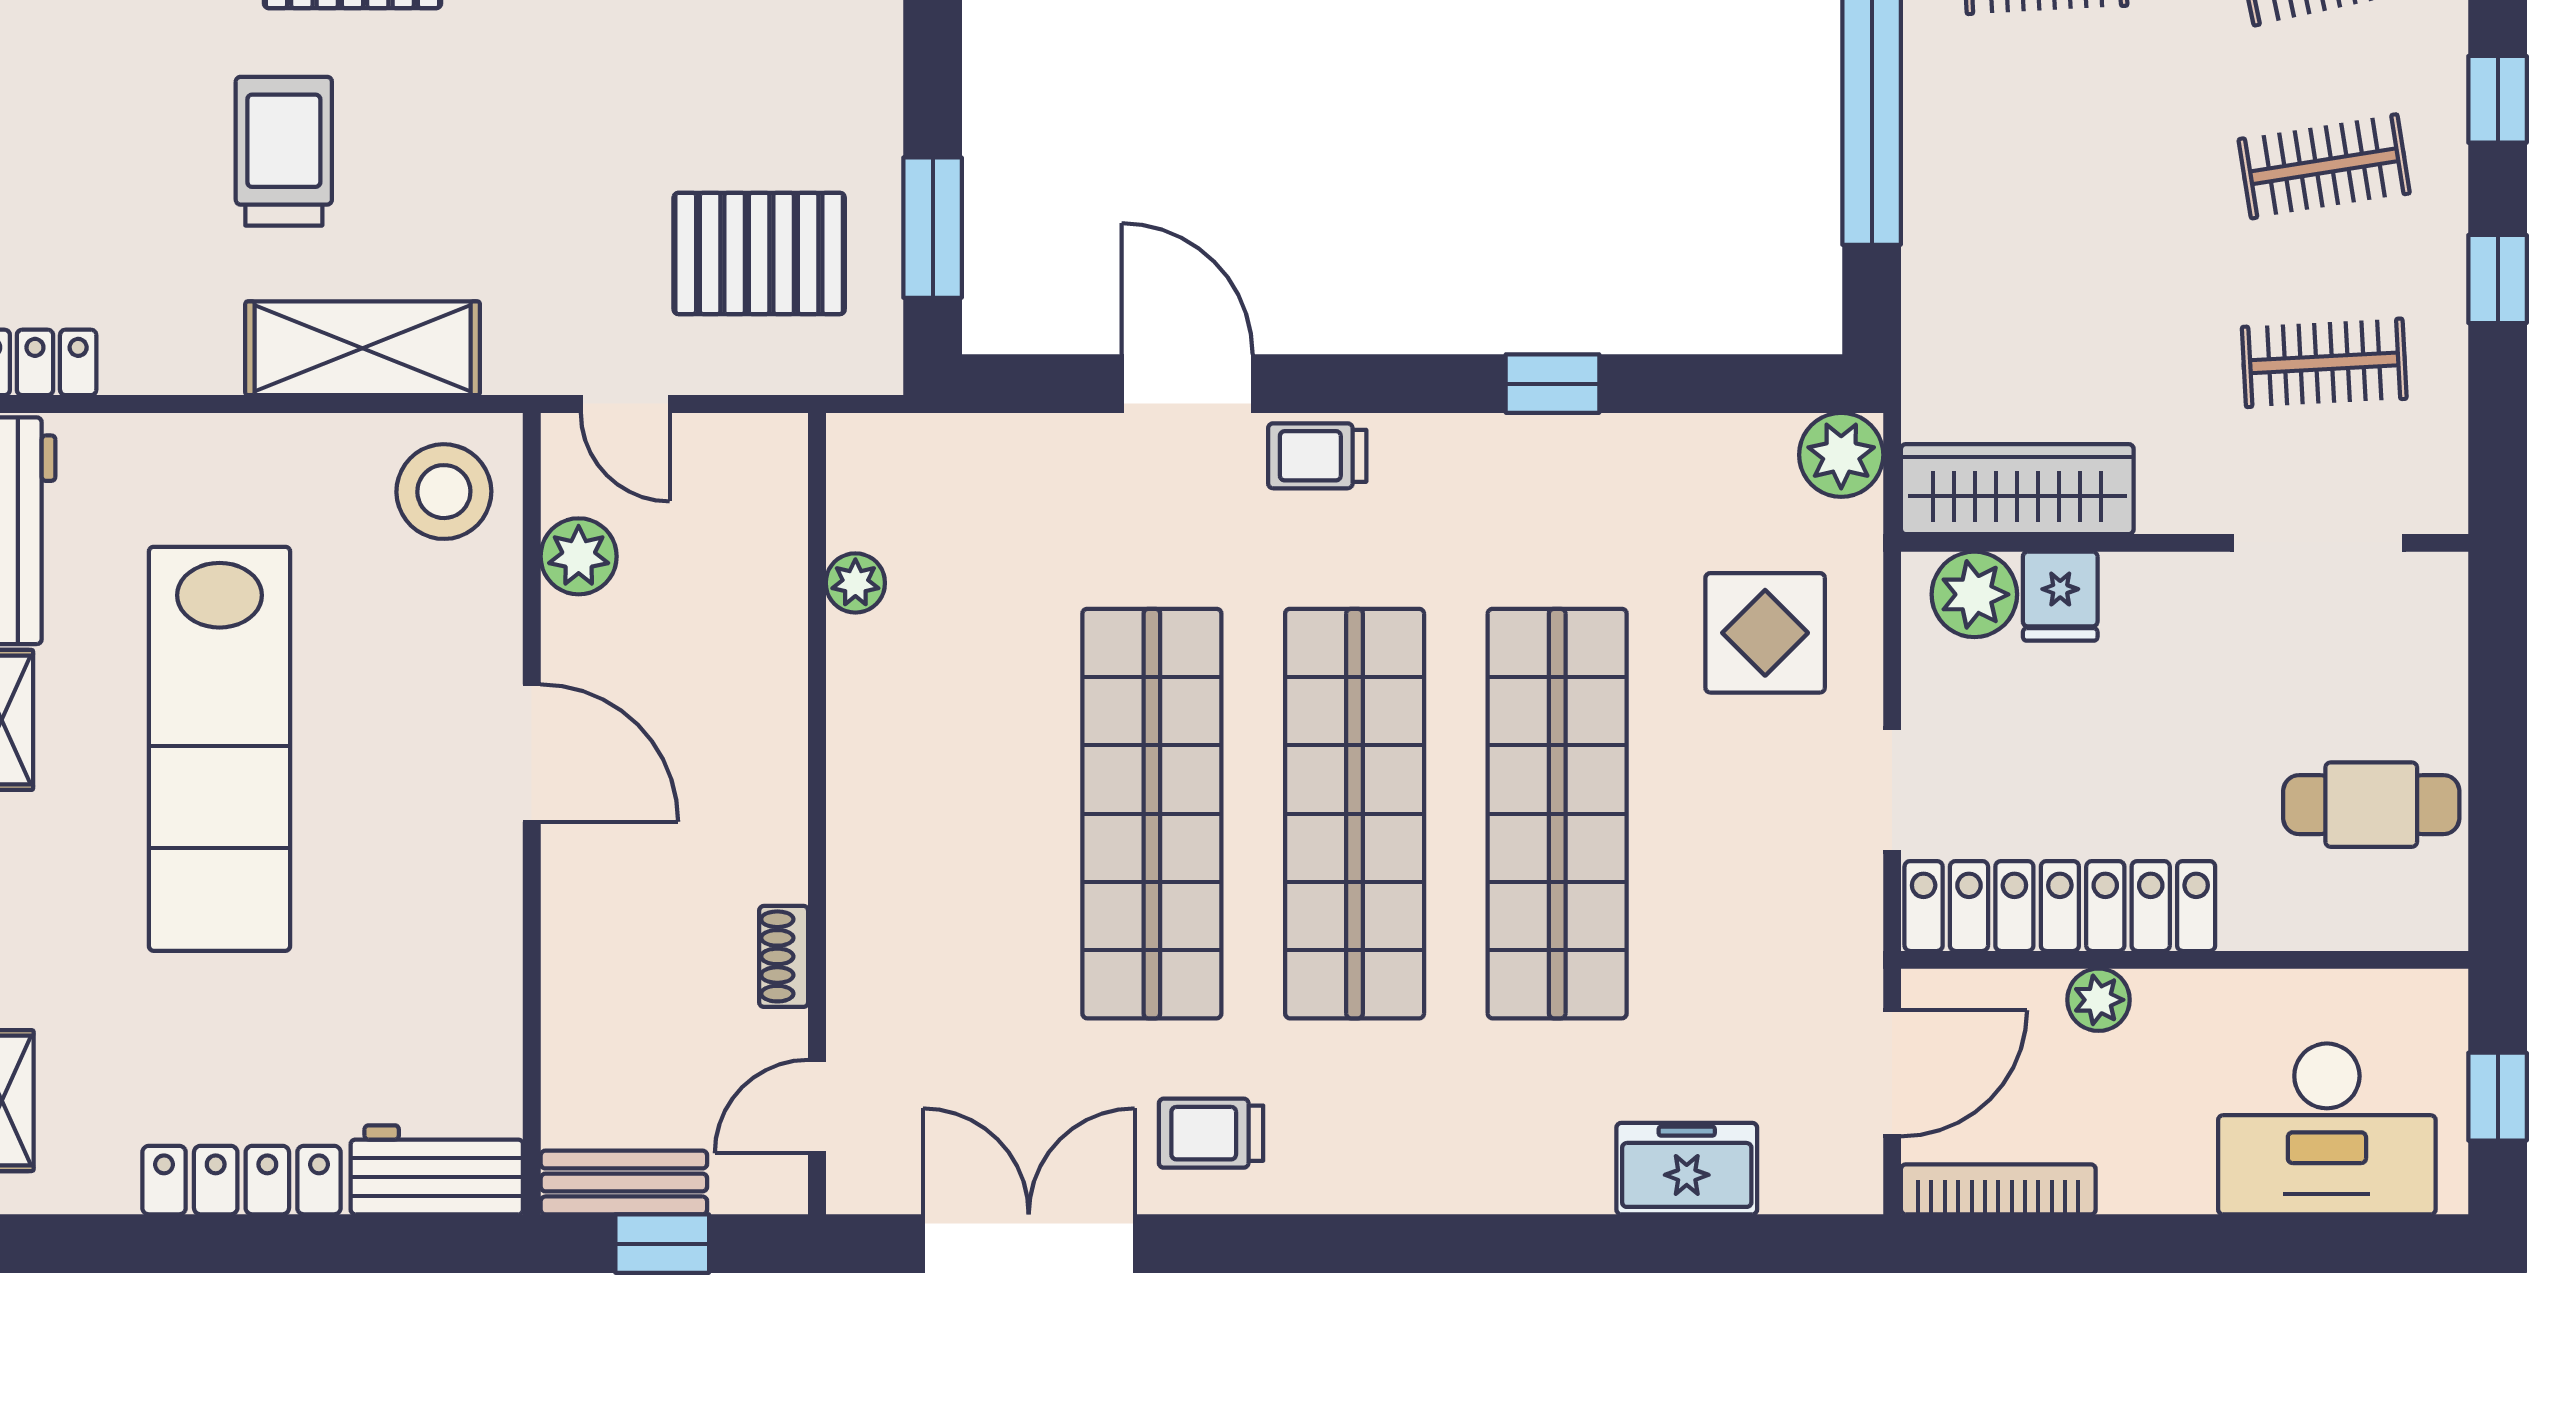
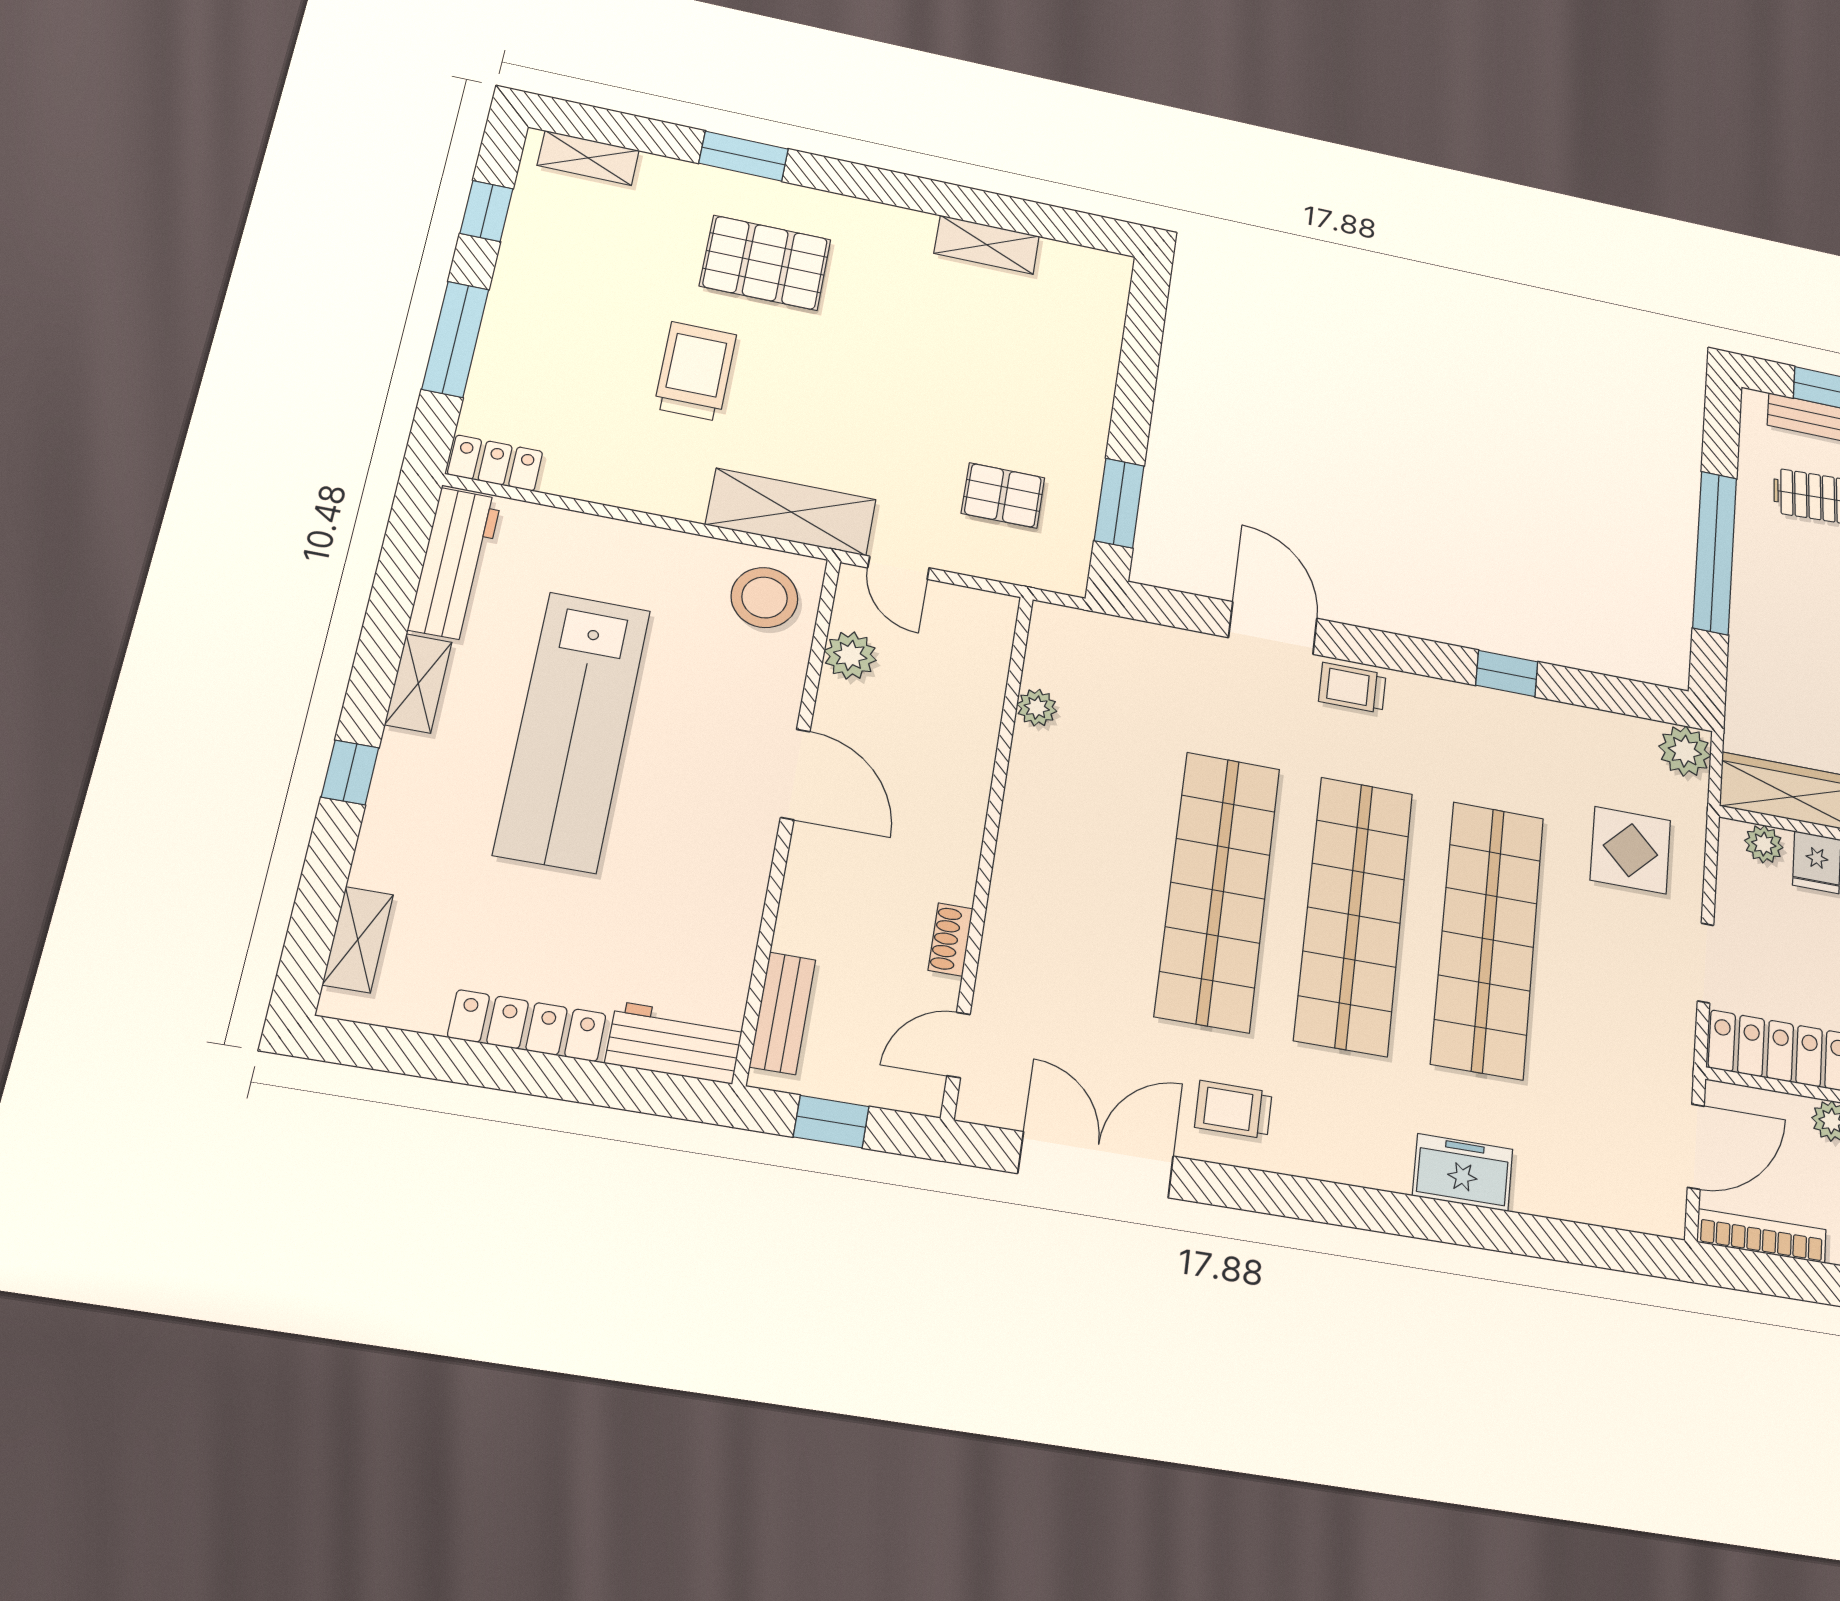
pallet: (759, 253) -> (1003, 495), width x0.67, depth x0.71
shelving: (363, 348) -> (791, 512), moved
plant: (1974, 594) -> (1764, 844), width x0.73, depth x0.73
freezer: (1687, 1169) -> (1463, 1172), moved
bench: (624, 1182) -> (783, 1013), moved, turned 90

